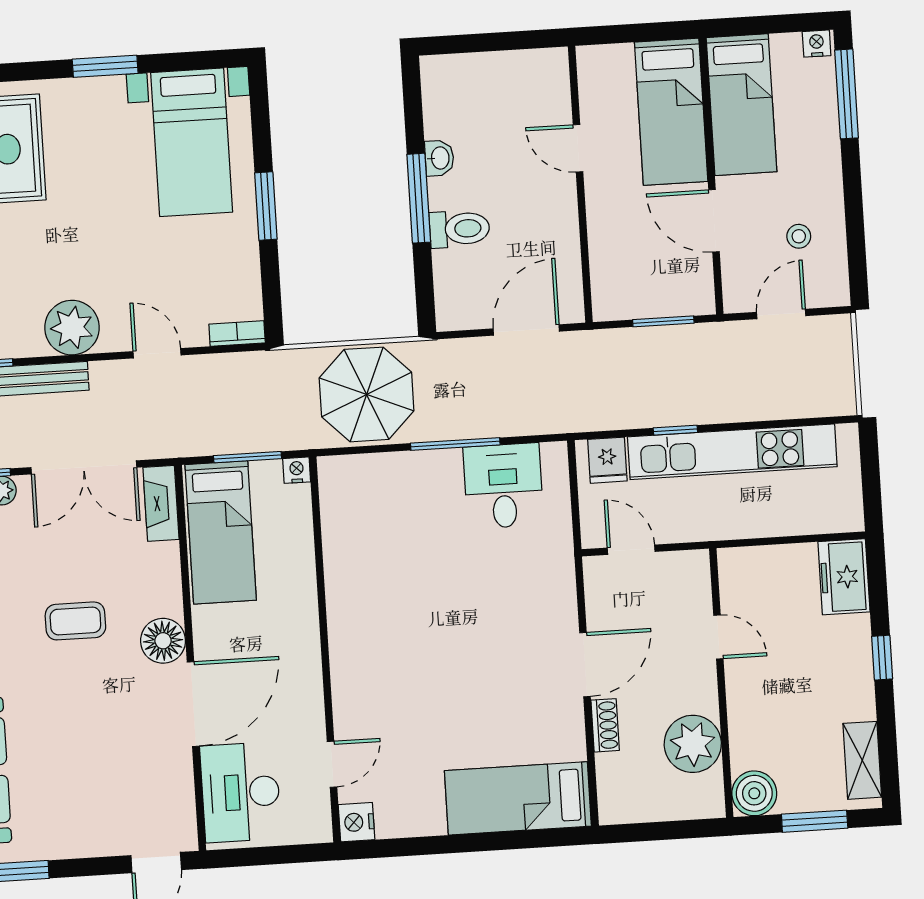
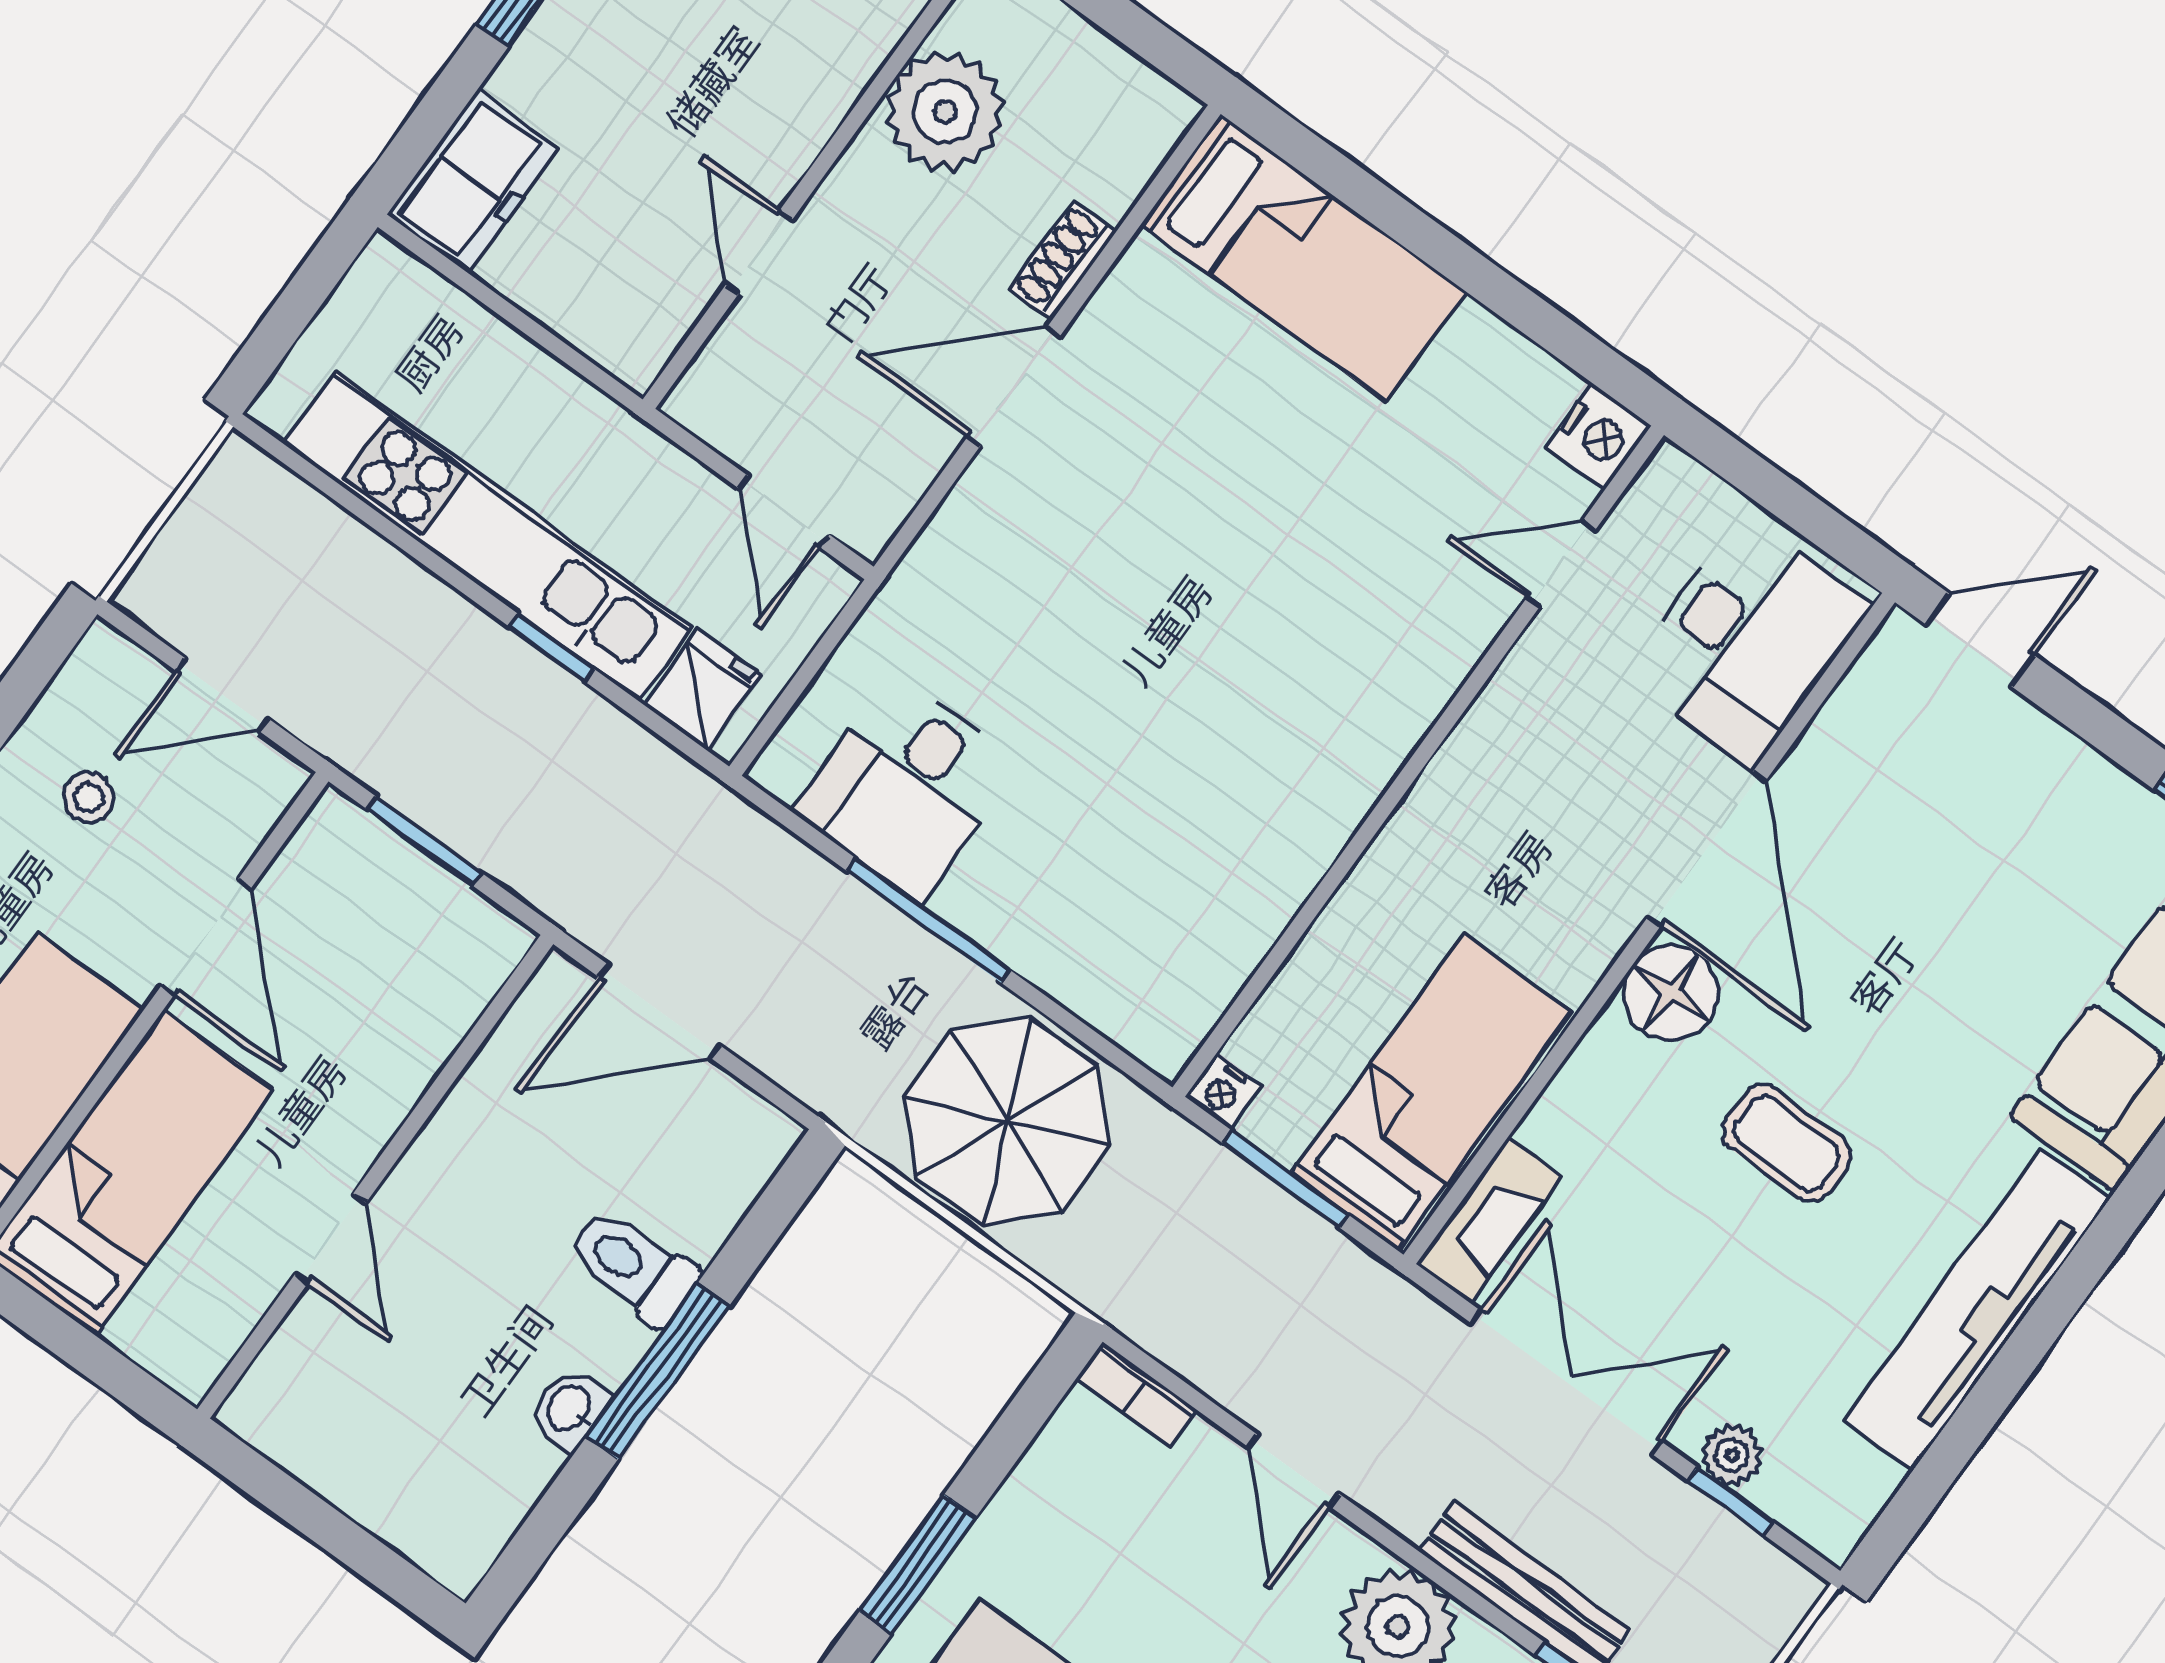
door: (193, 704) -> (1707, 849), swing flipped

